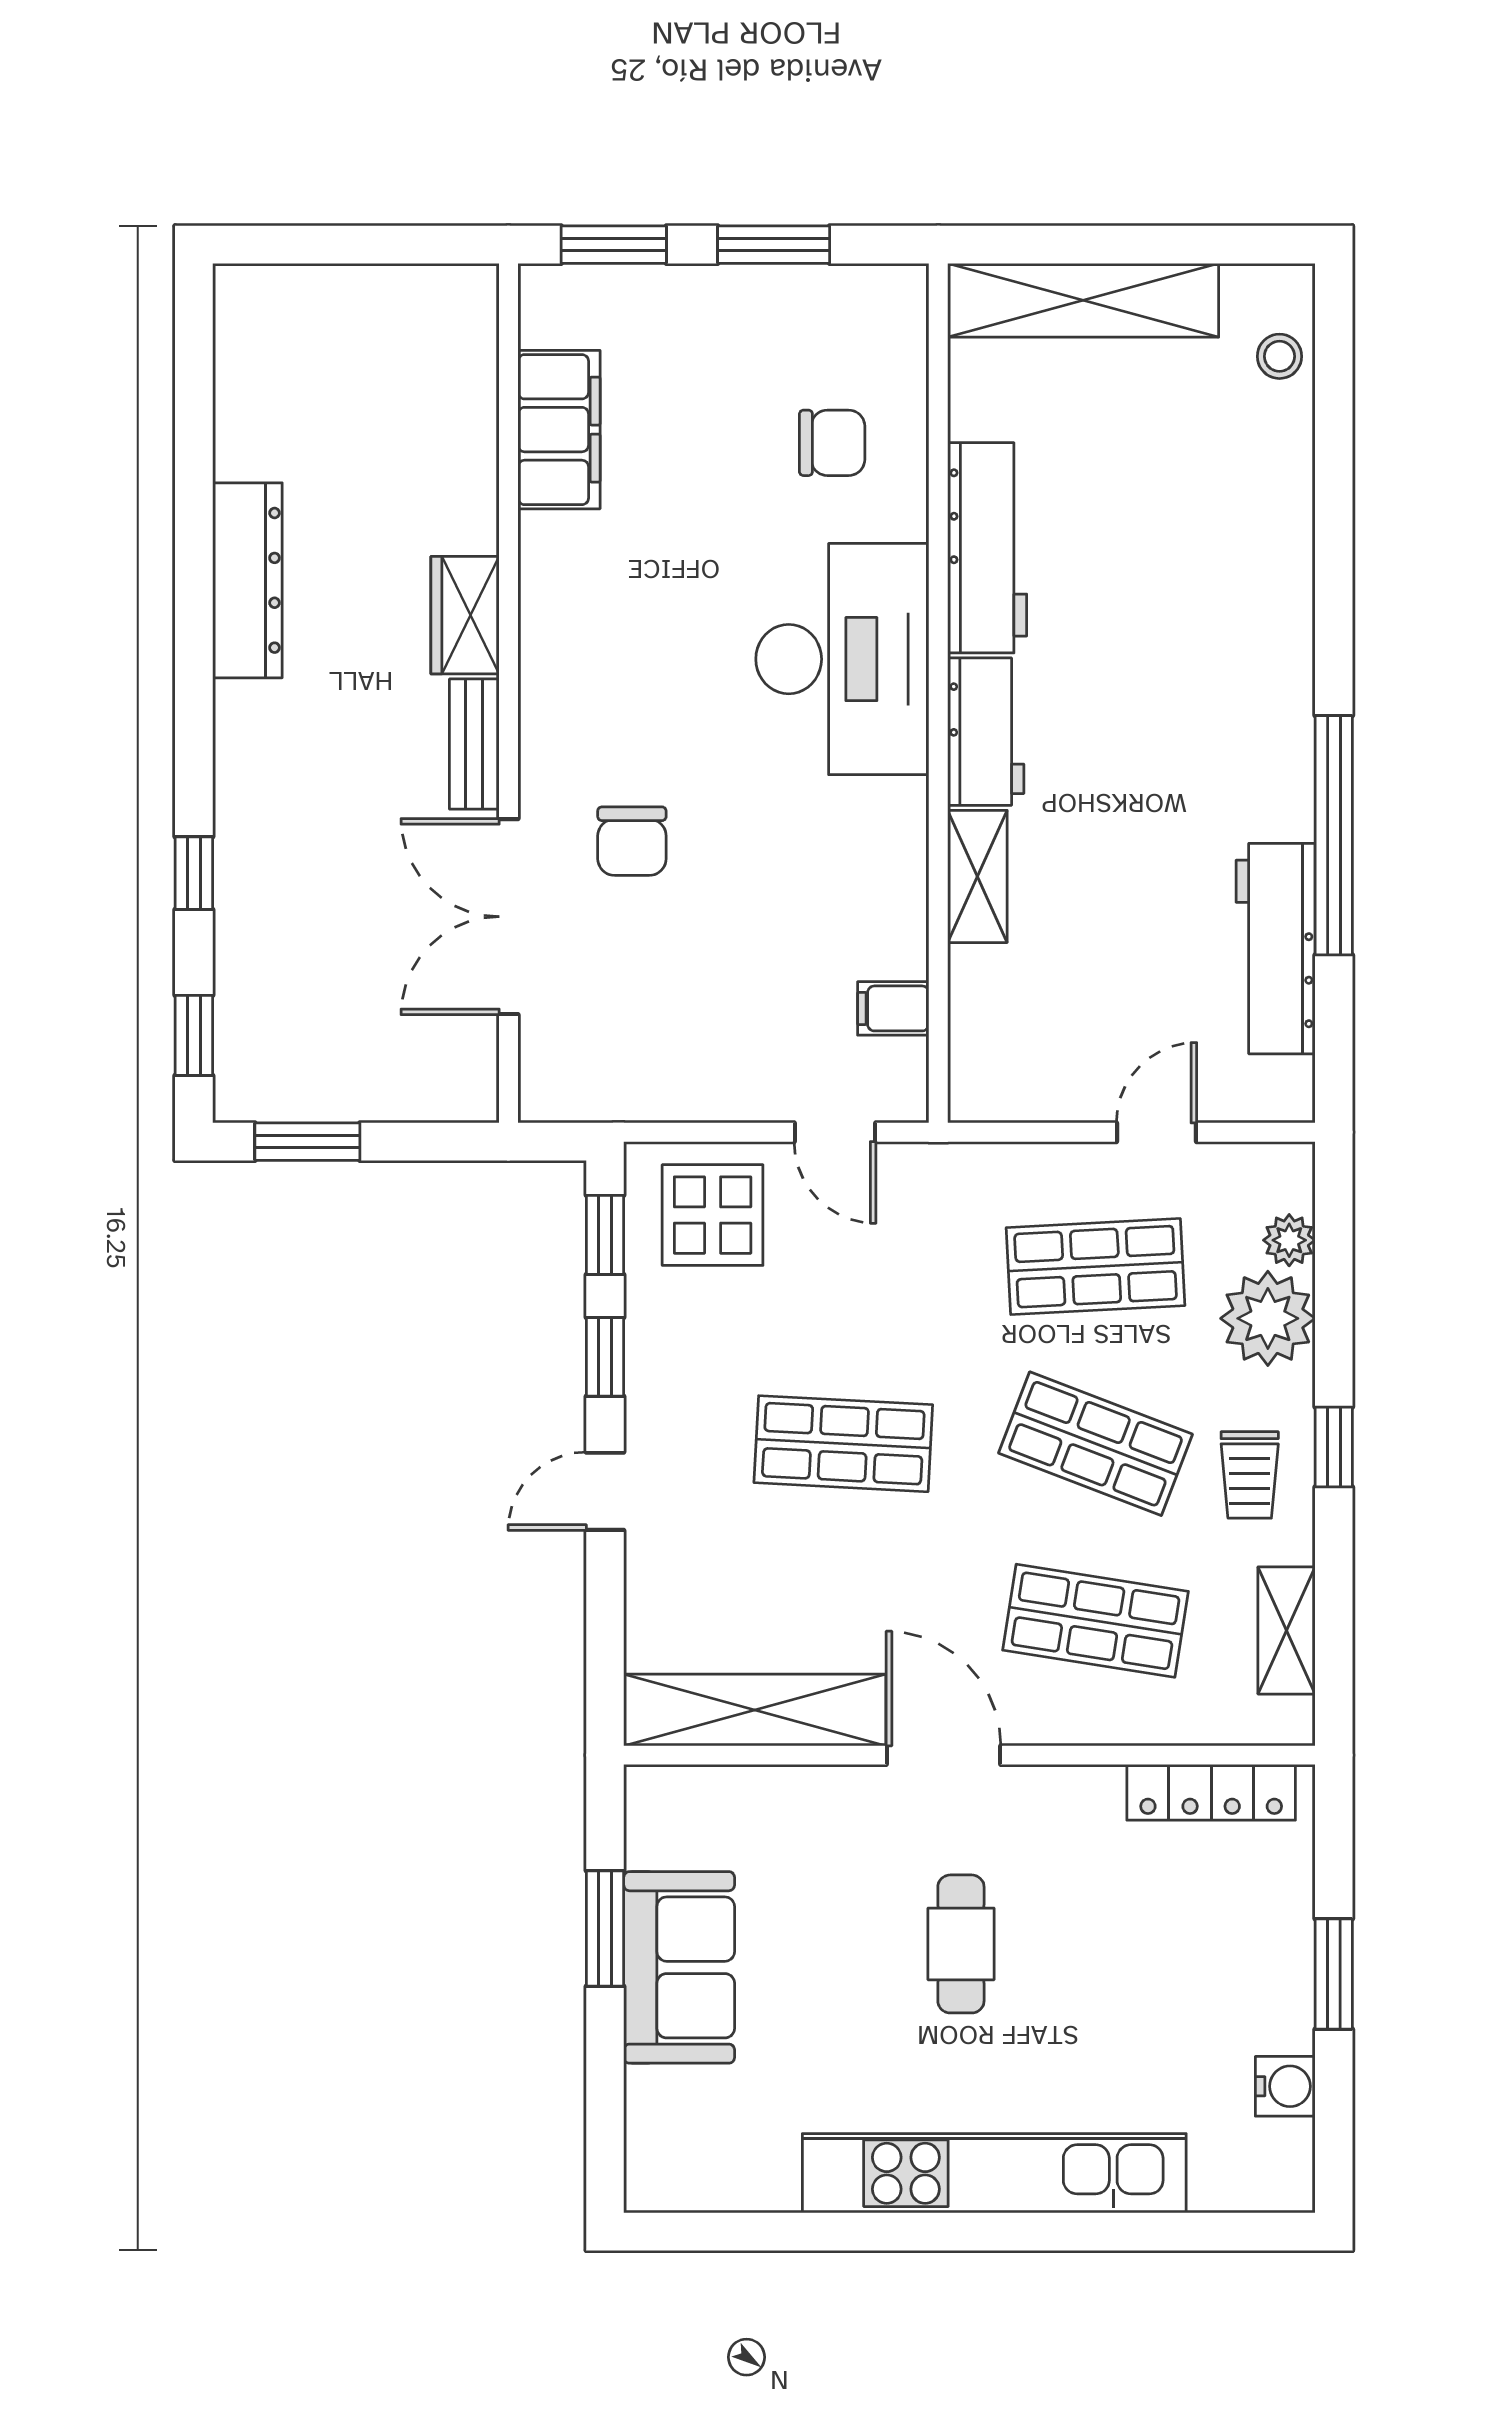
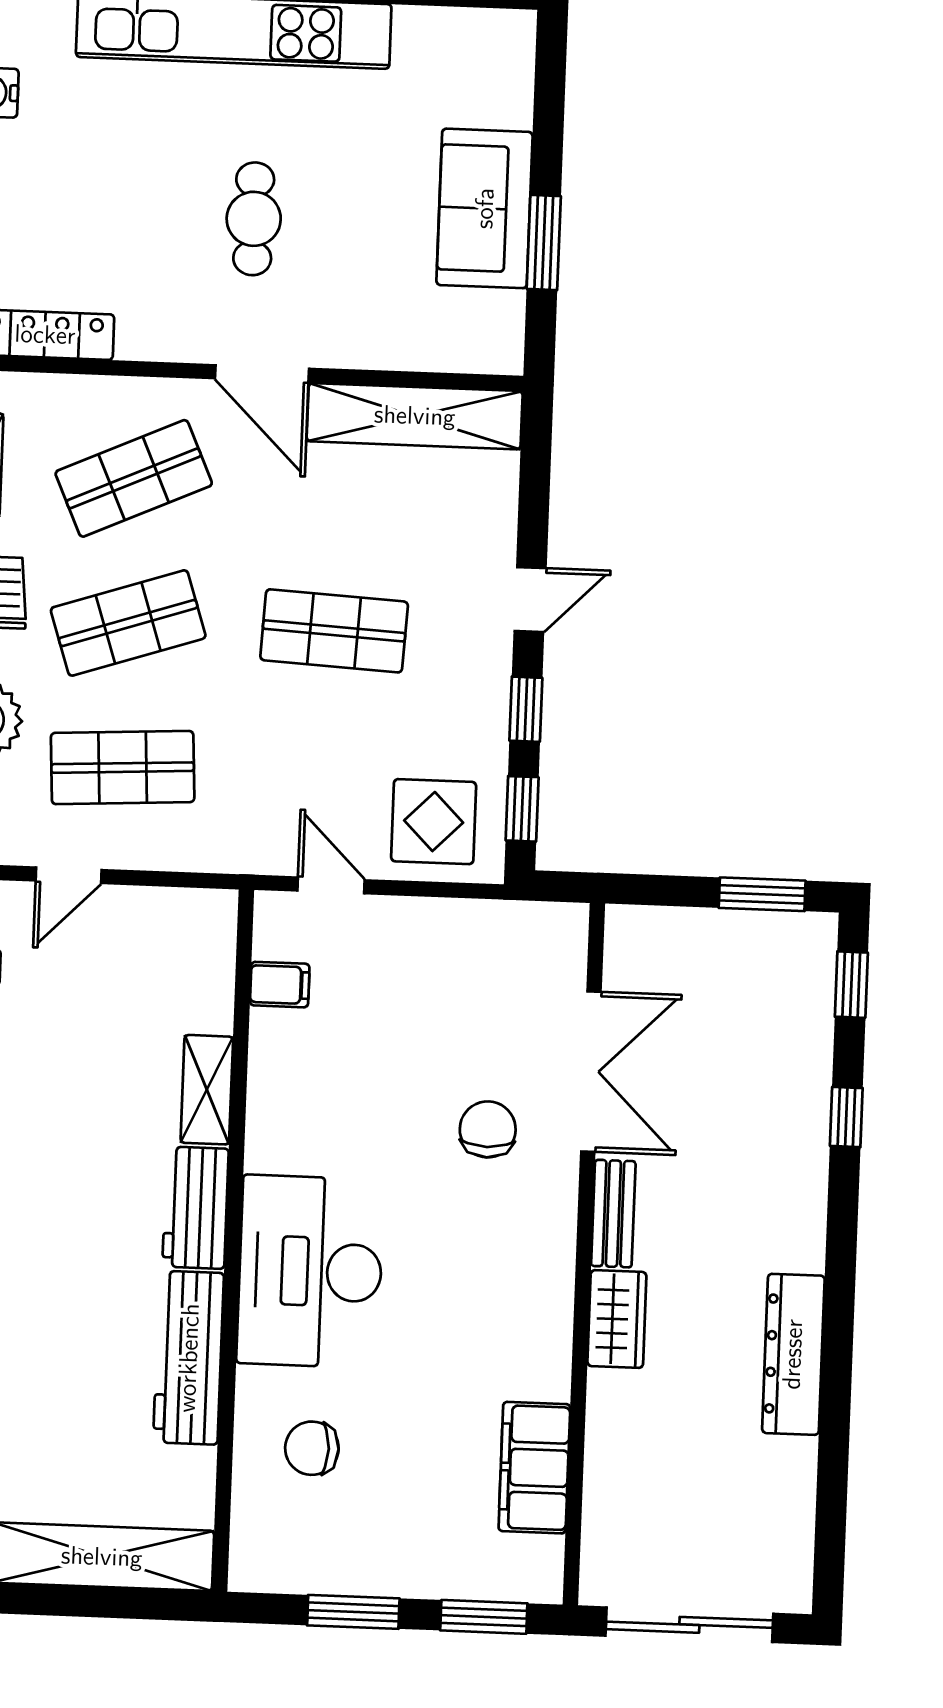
sliding door: (362, 245) -> (689, 1625), added
shop shelf: (1096, 1444) -> (128, 623), turned -39
shop shelf: (1096, 1621) -> (134, 478), turned -33

